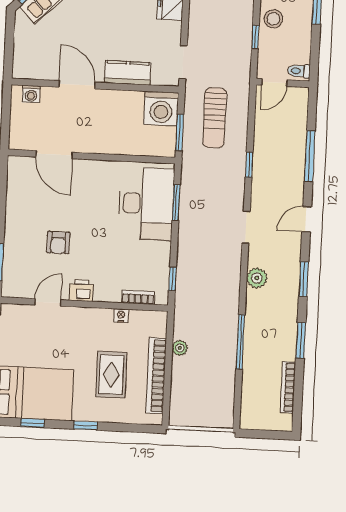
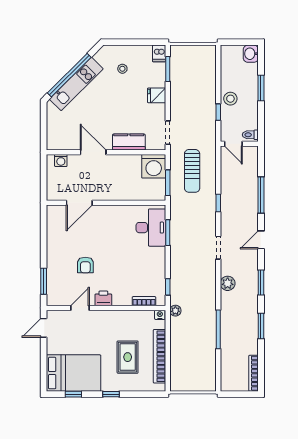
door: (274, 82) -> (233, 144), hinge flipped
door: (54, 155) -> (79, 203), hinge flipped
desk: (146, 204) -> (151, 228), width x0.73, depth x0.77
nightstand: (121, 316) -> (160, 315), moved
plant: (180, 348) -> (175, 311), moved
bookcase: (288, 387) -> (254, 373), moved

